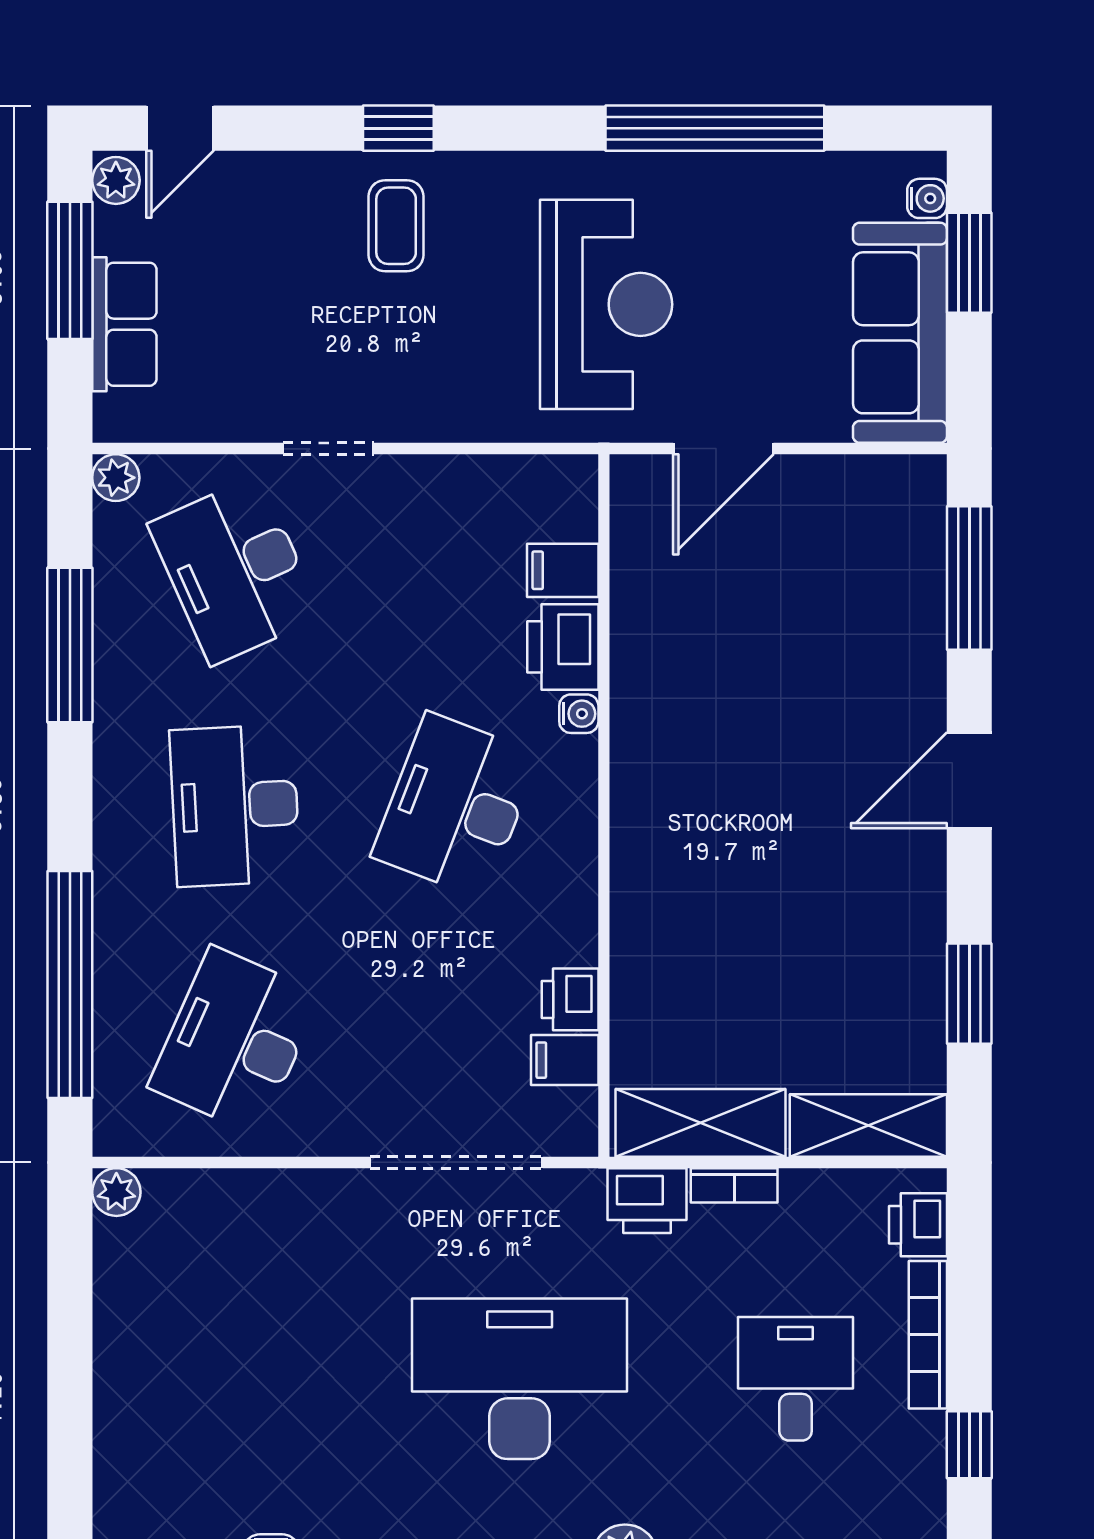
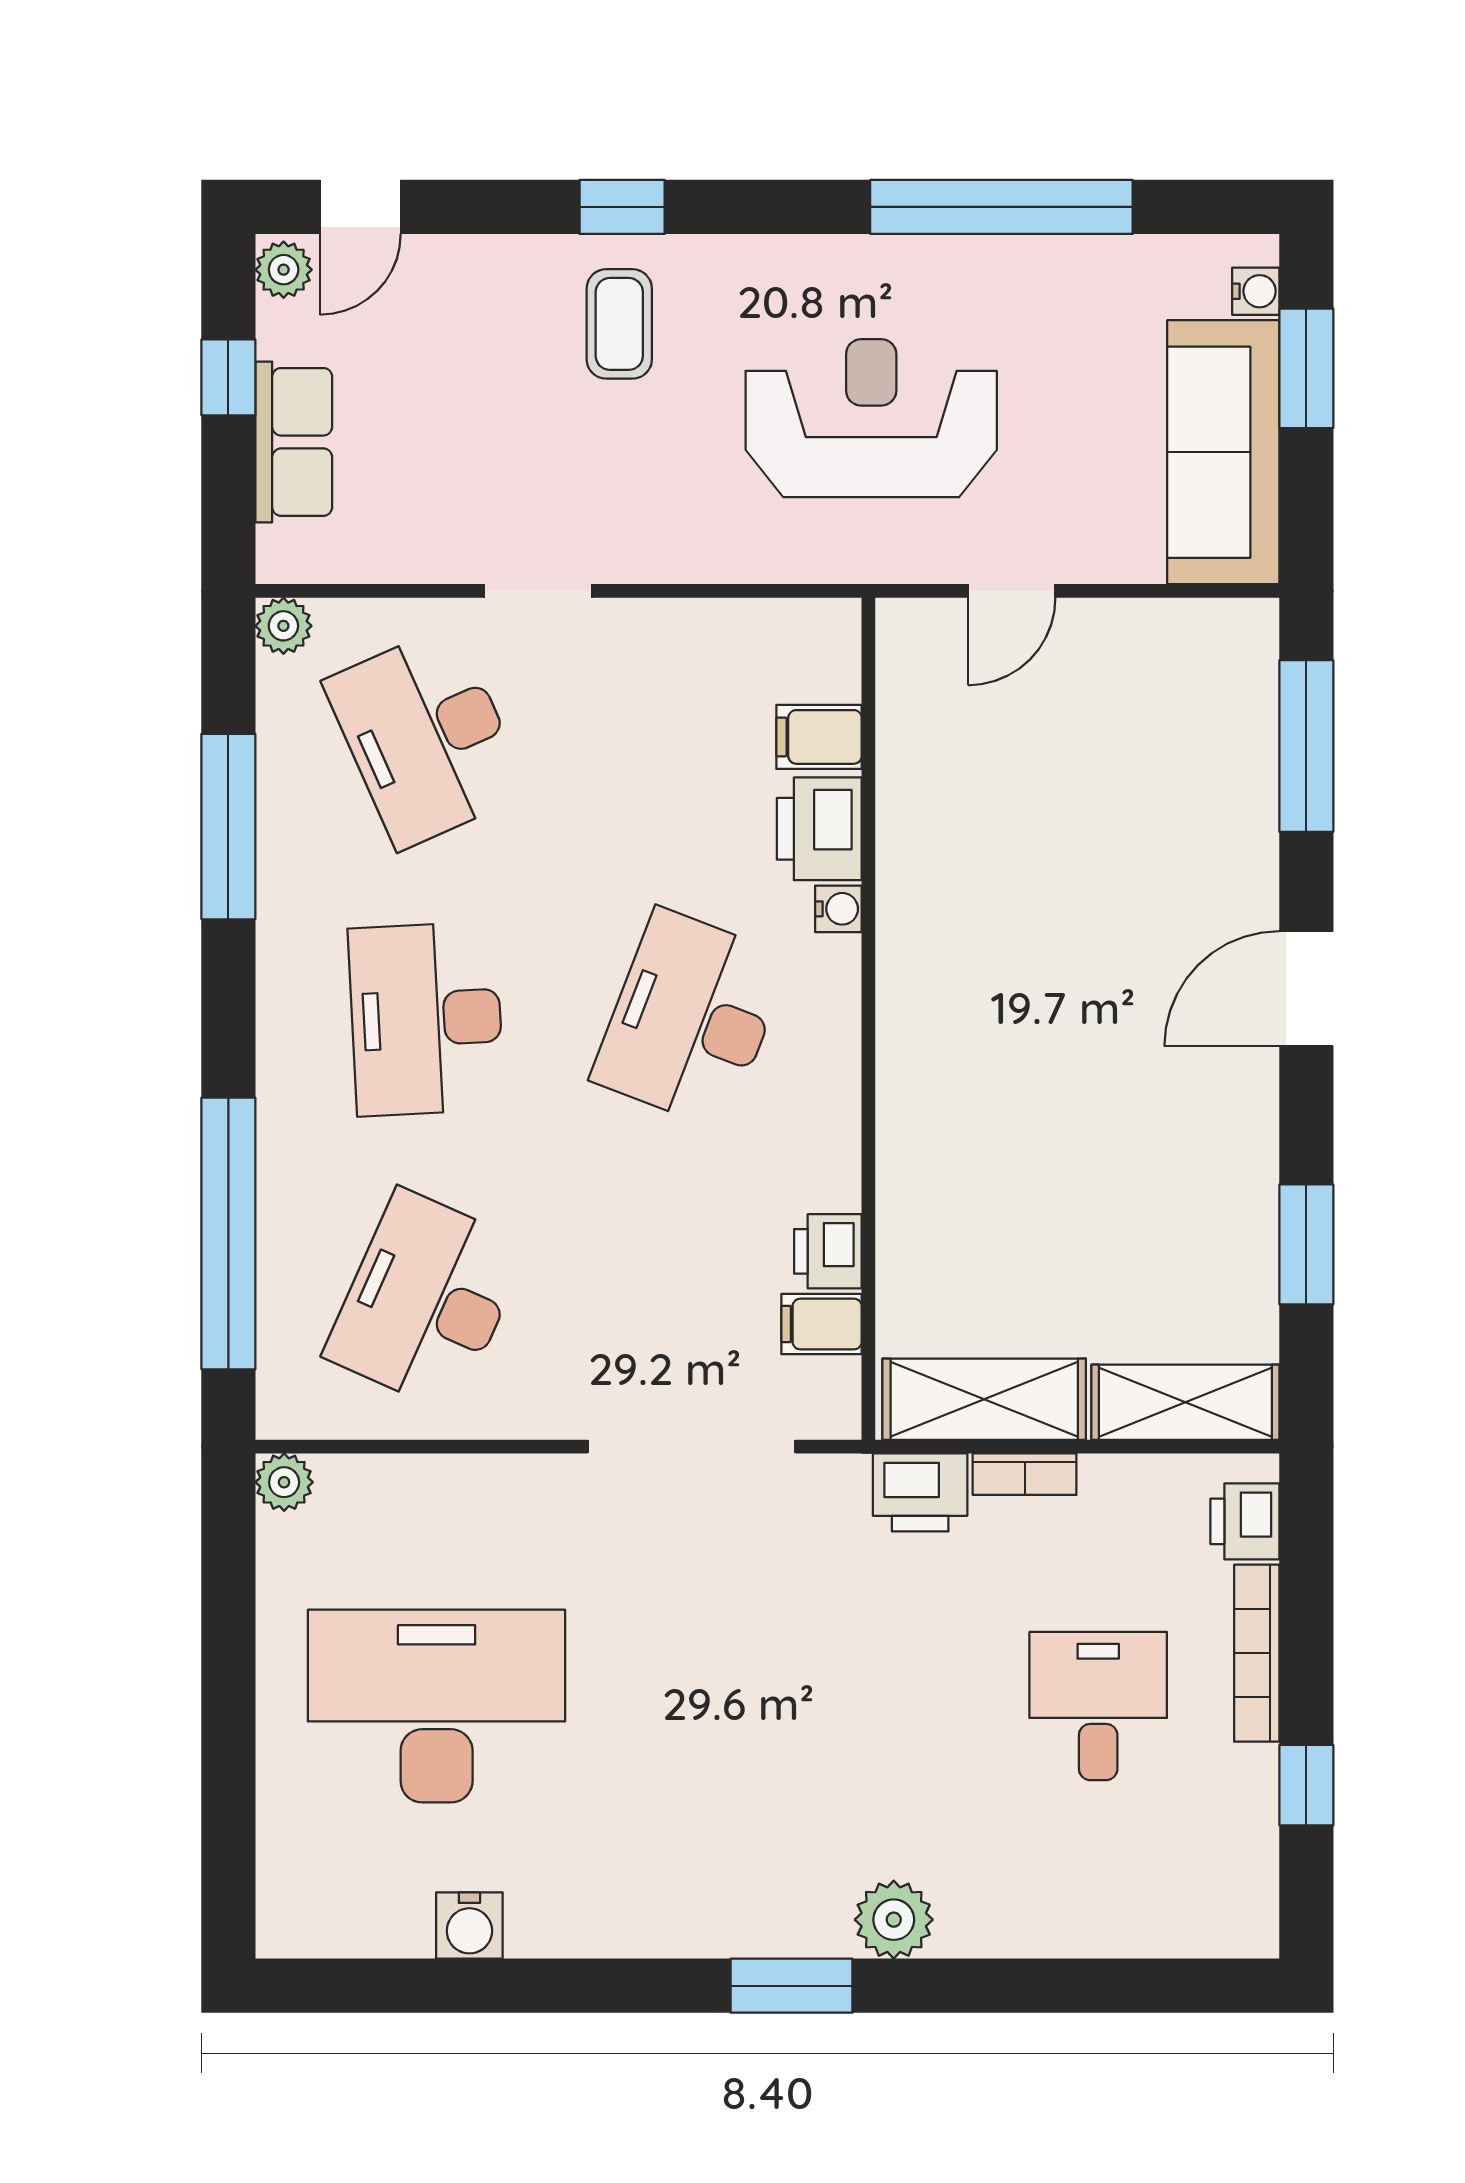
window: (70, 270) -> (228, 377), width x0.46
reception desk: (606, 304) -> (871, 418), turned -90
door: (723, 449) -> (1012, 591), width x0.73
desk: (520, 1379) -> (437, 1706), moved

